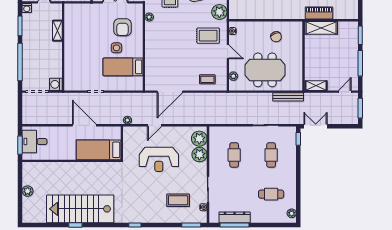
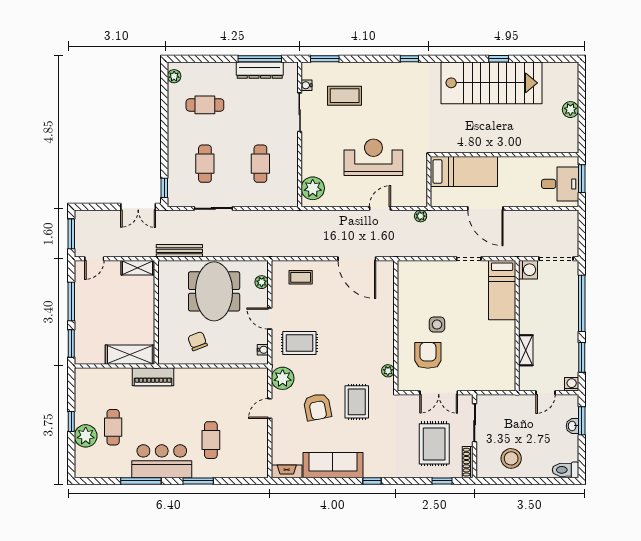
piano: (319, 13) -> (153, 377), moved
bed: (123, 67) -> (502, 290), moved, turned 90
meeting table: (265, 70) -> (214, 291), turned 90
door: (170, 92) -> (357, 259), swing flipped
plant: (199, 155) -> (312, 164), removed

